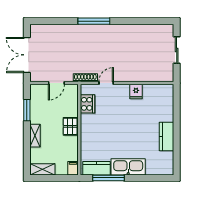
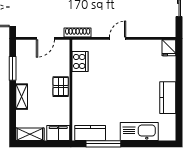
door: (106, 83) -> (118, 38), moved
fridge: (136, 92) -> (169, 48), moved
kitchen sink: (128, 167) -> (139, 131), moved
filing cabinet: (73, 168) -> (58, 133), width x2.00

